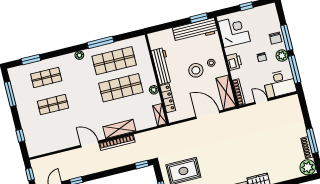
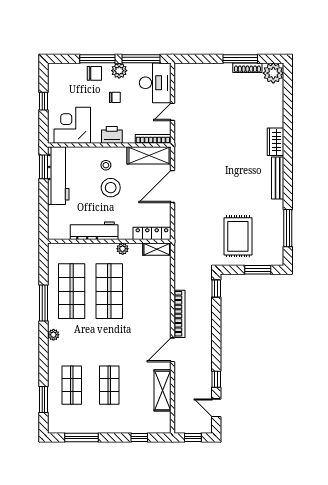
locker: (168, 98) -> (152, 233), moved
shelving: (119, 129) -> (163, 390), moved

